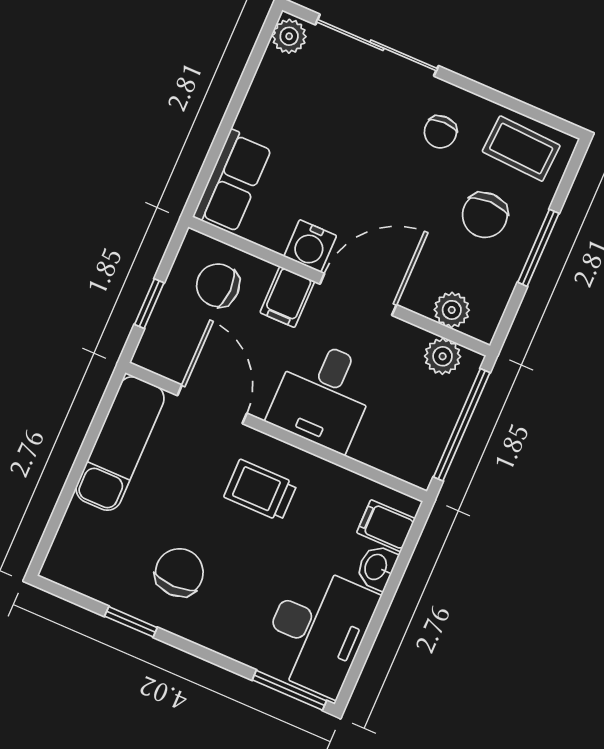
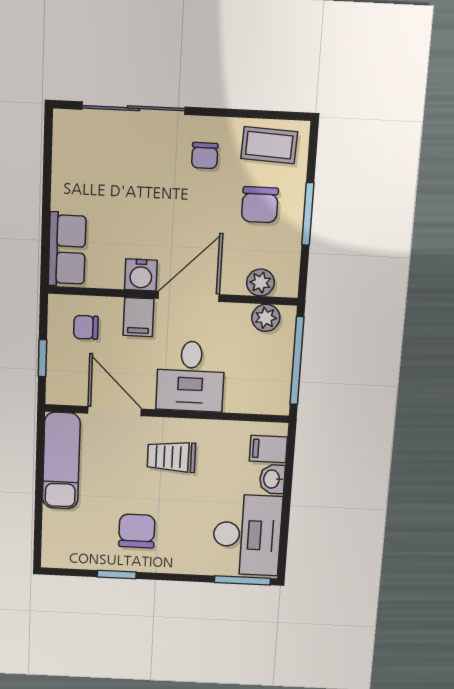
plant: (289, 36) -> (66, 126), removed
chair: (218, 285) -> (86, 327), width x0.73, depth x0.73

